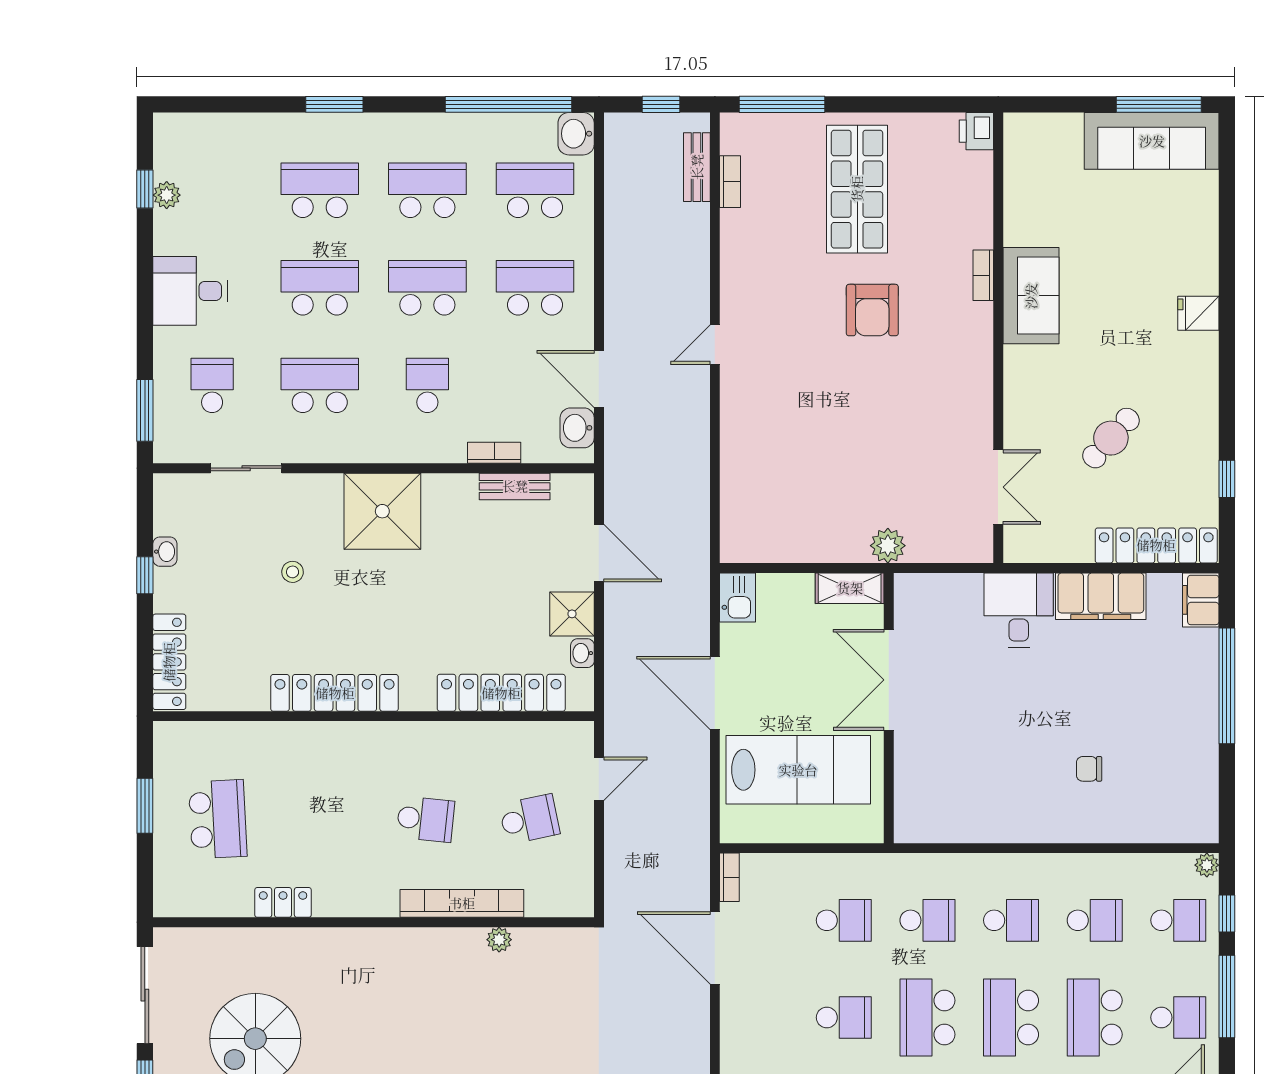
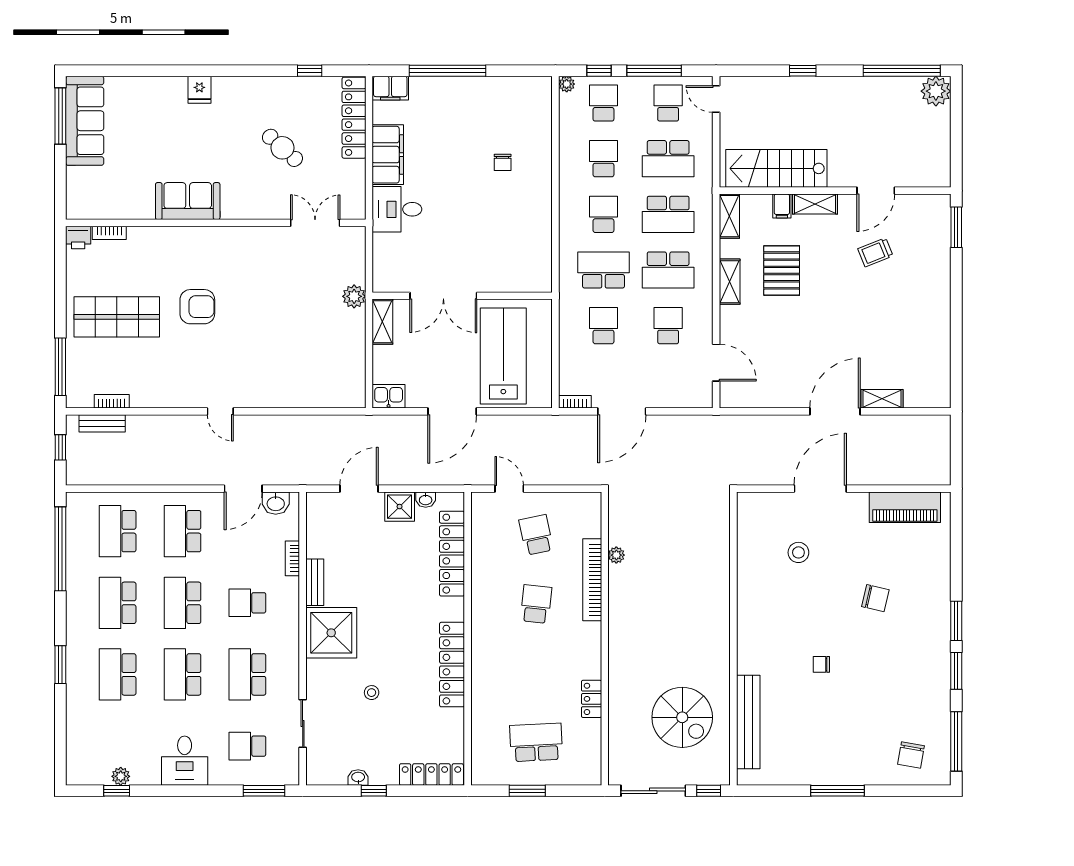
washbasin: (576, 134) -> (80, 504), removed
bookcase: (983, 275) -> (109, 233), moved
bench: (515, 486) -> (315, 582), moved
school desk: (927, 920) -> (603, 270), width x1.85

